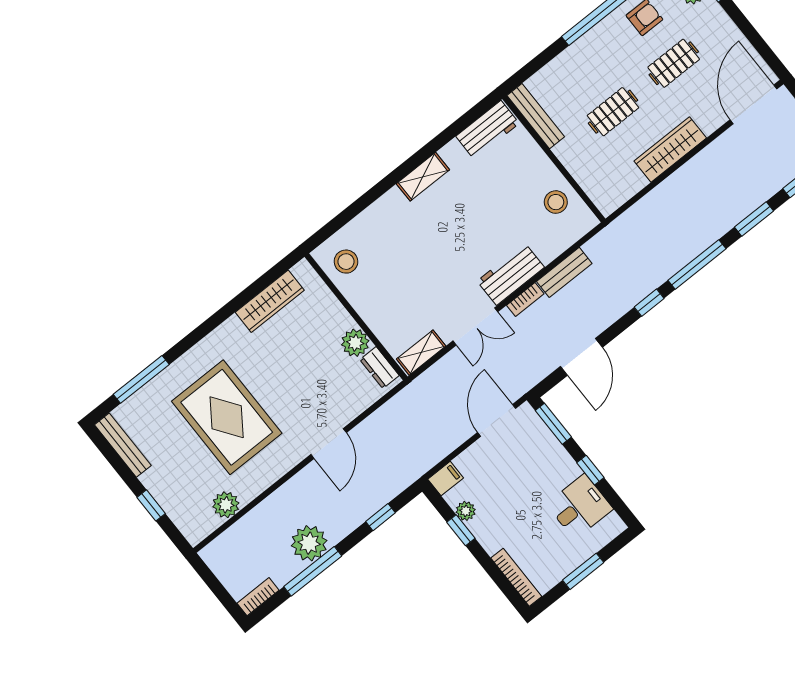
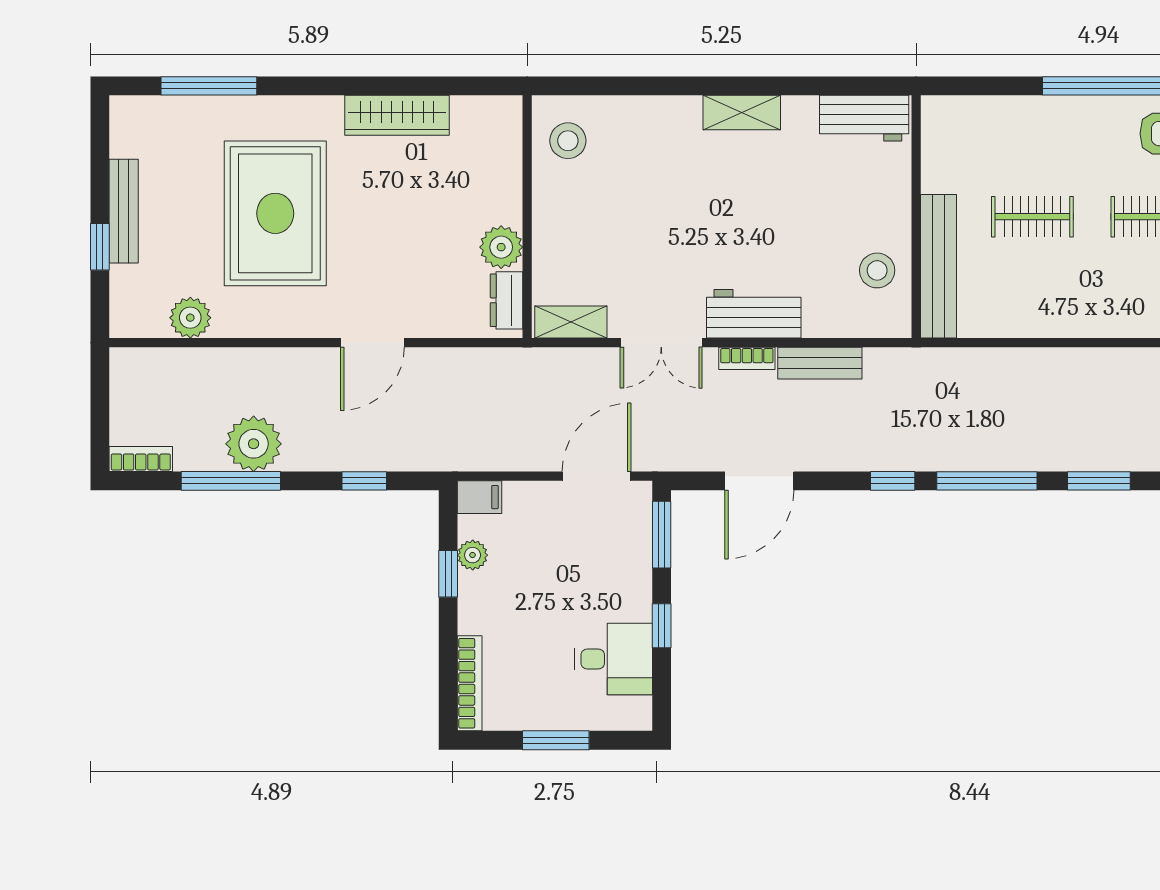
bench: (536, 116) -> (938, 266), moved, width x1.37, depth x1.21
wardrobe: (670, 149) -> (1065, 317), removed
wardrobe: (270, 301) -> (397, 115), moved
bench: (123, 445) -> (124, 211), moved

